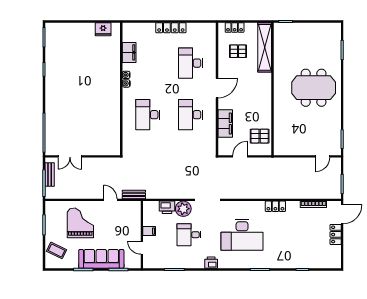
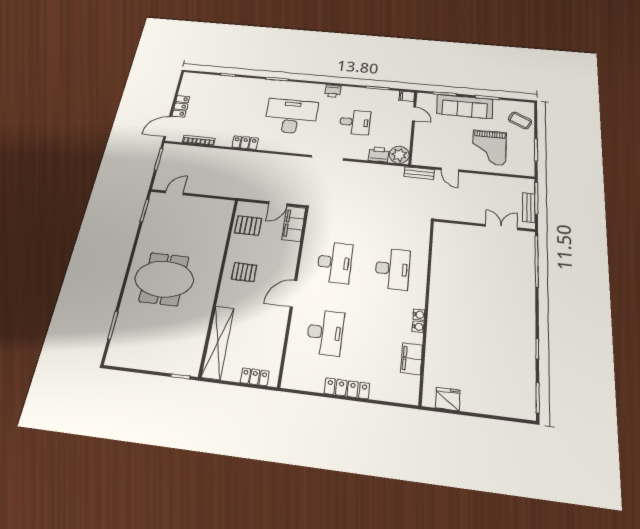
pallet: (238, 51) -> (244, 272), moved
filing cabinet: (225, 124) -> (294, 224), moved
plant: (183, 209) -> (399, 155), moved
filing cabinet: (149, 231) -> (407, 96), moved

